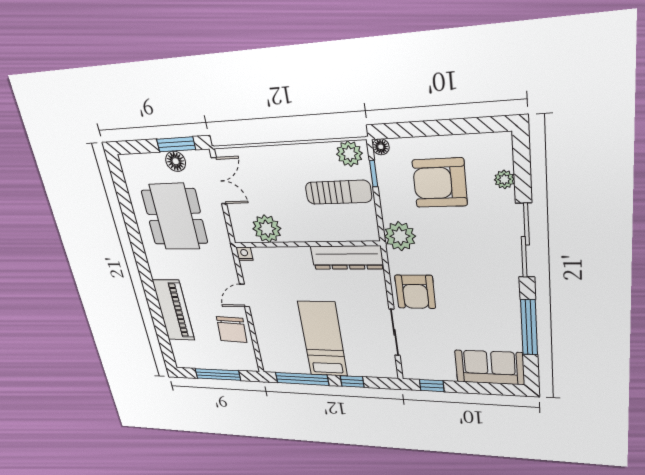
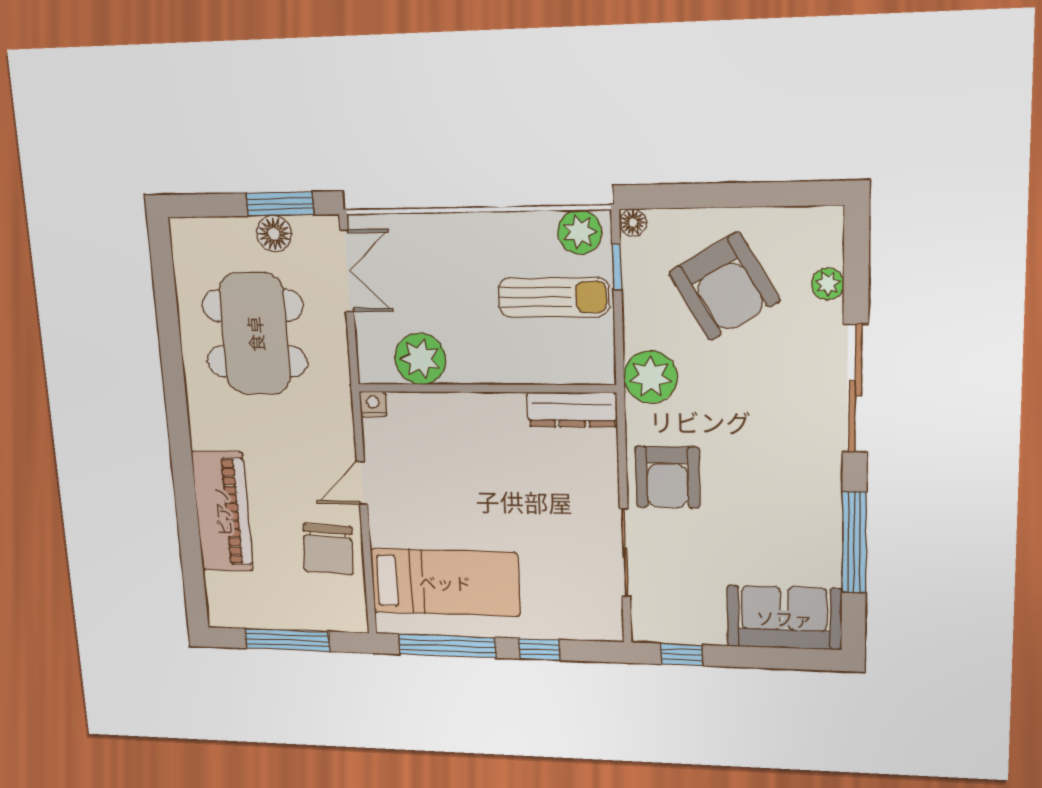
armchair: (440, 183) -> (724, 286), turned -120
dresser: (347, 258) -> (572, 410), width x0.73, depth x0.80
bed: (323, 339) -> (445, 582), moved, turned 90

